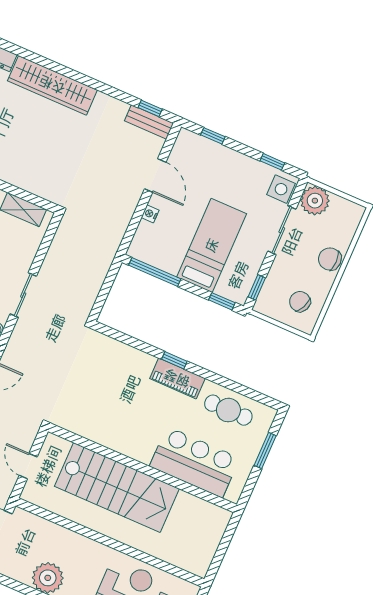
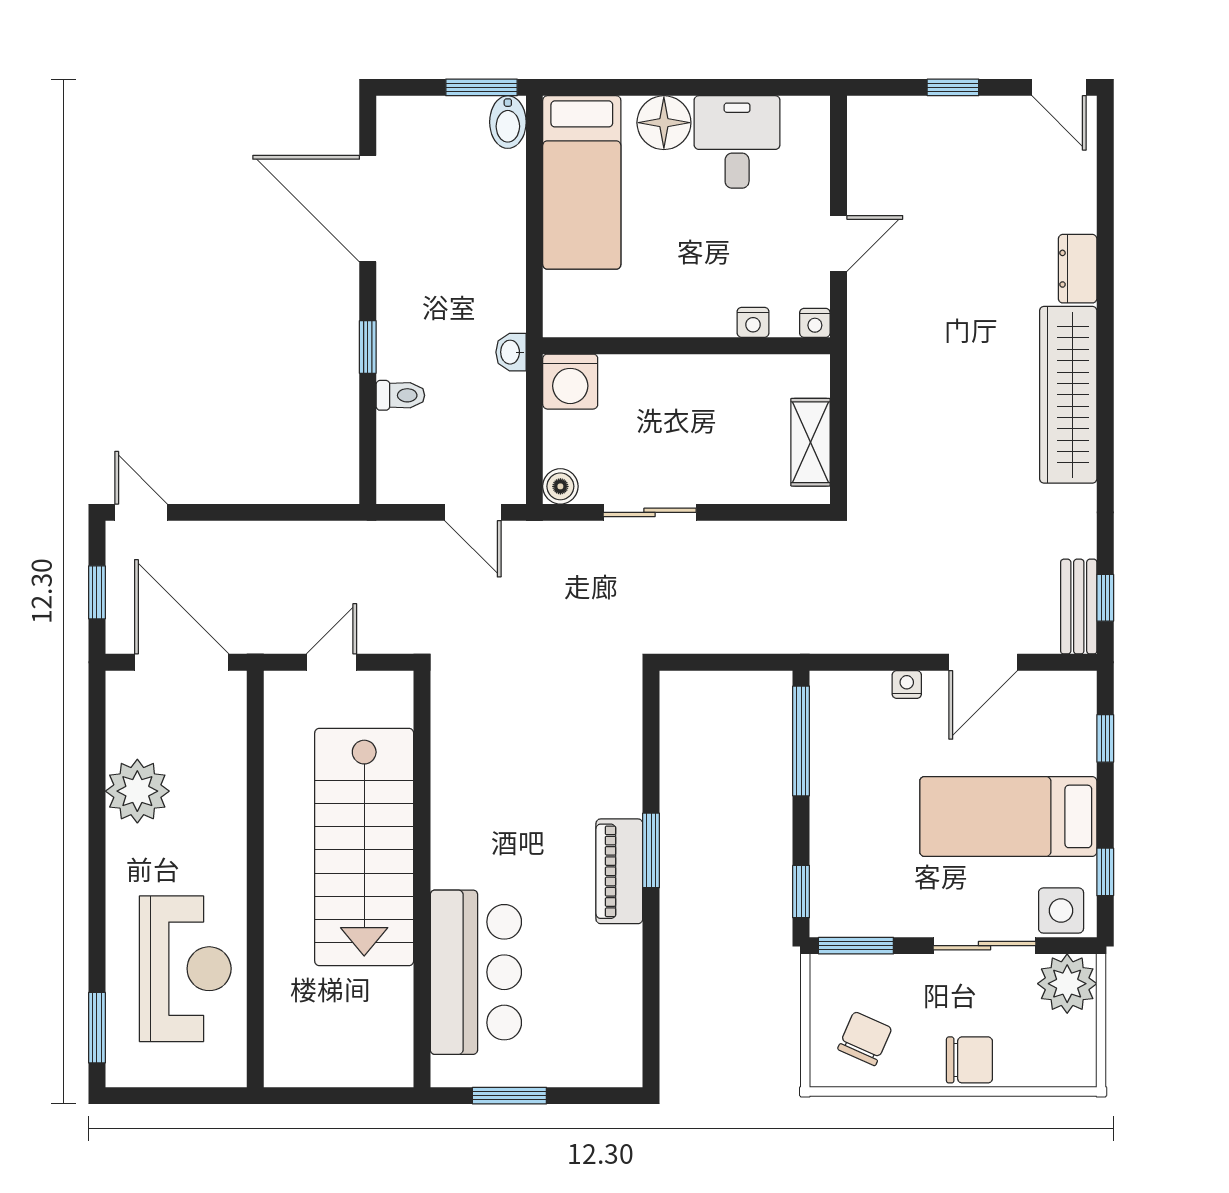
bed: (212, 245) -> (1008, 816), moved, turned 180
chair: (330, 259) -> (969, 1060), turned 90
window: (257, 287) -> (856, 946), width x1.50
window: (174, 360) -> (651, 850), width x1.50
cafe table: (228, 410) -> (602, 993), removed
window: (265, 451) -> (509, 1096), moved

